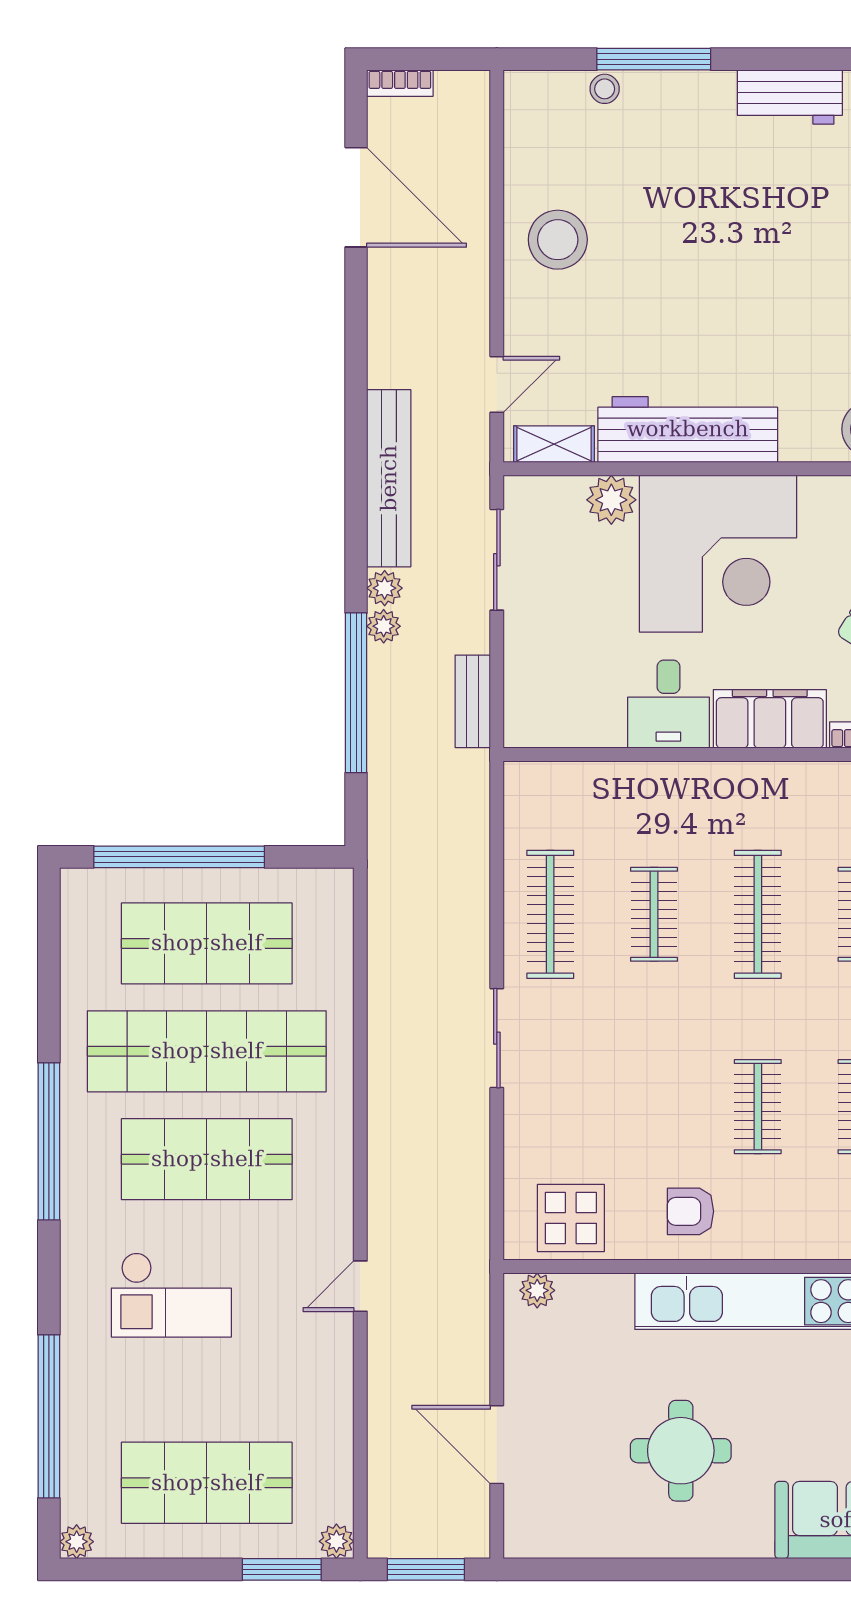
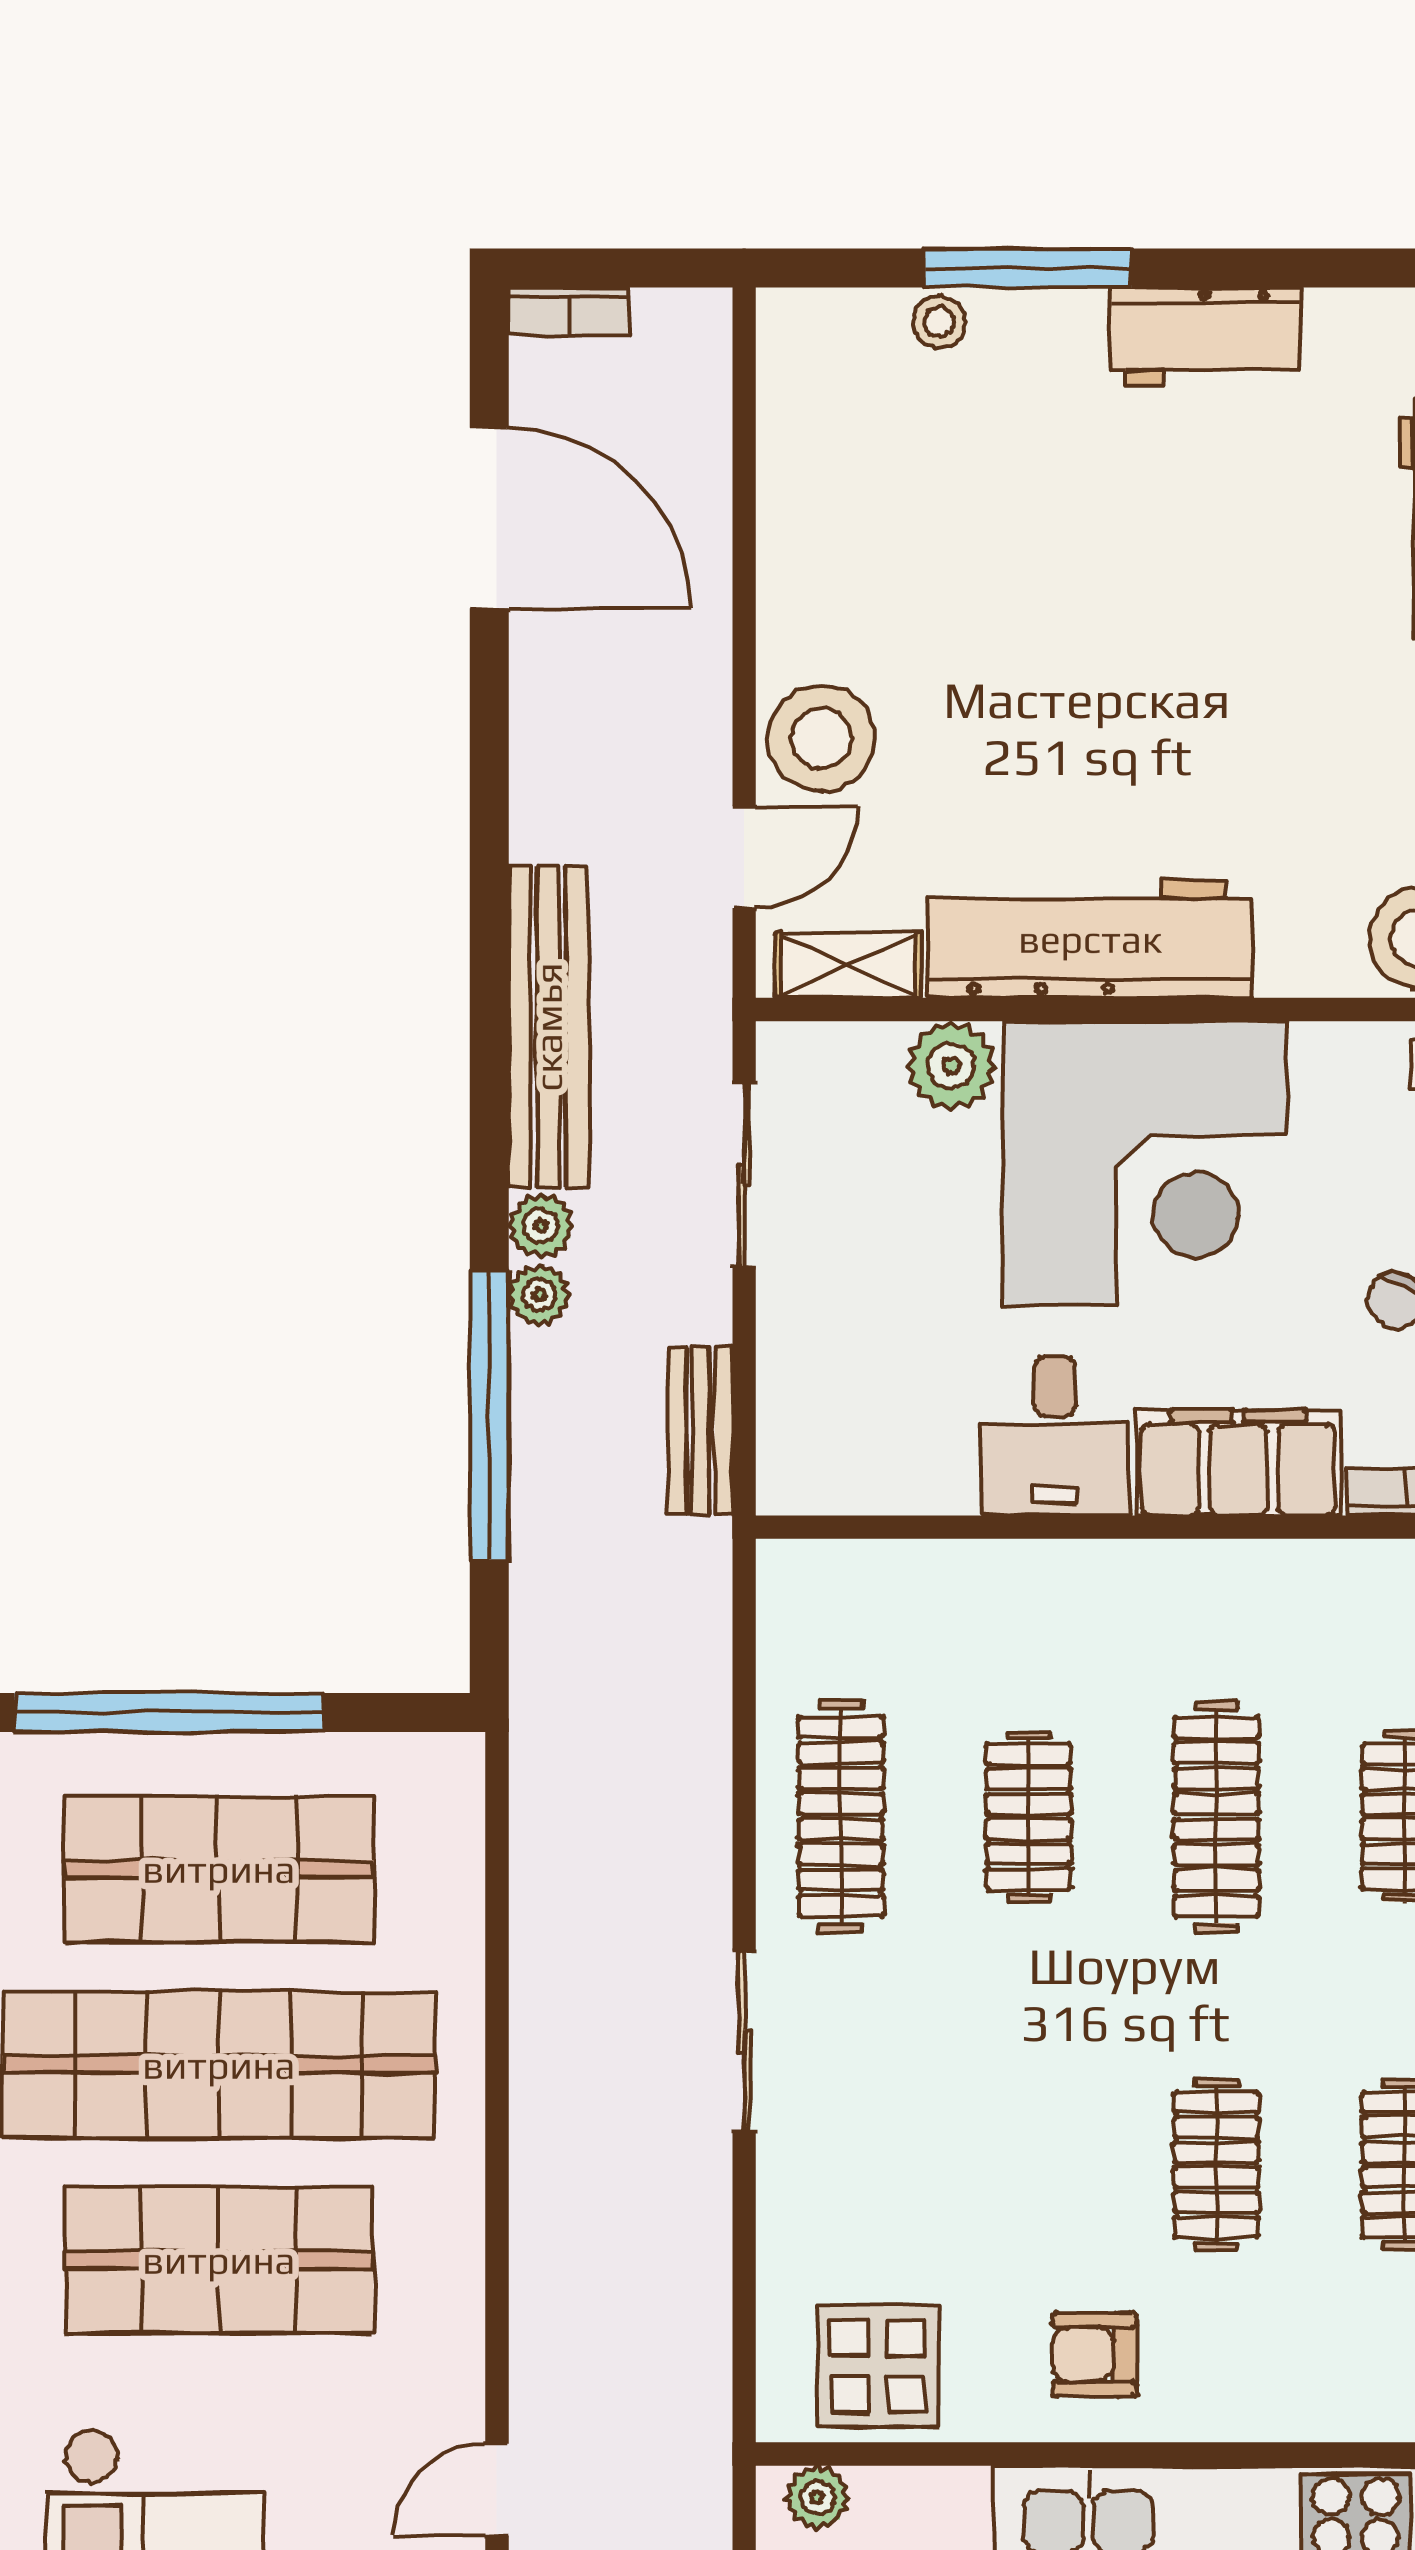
workbench: (790, 97) -> (1205, 336), moved
stool: (558, 240) -> (822, 739), moved

